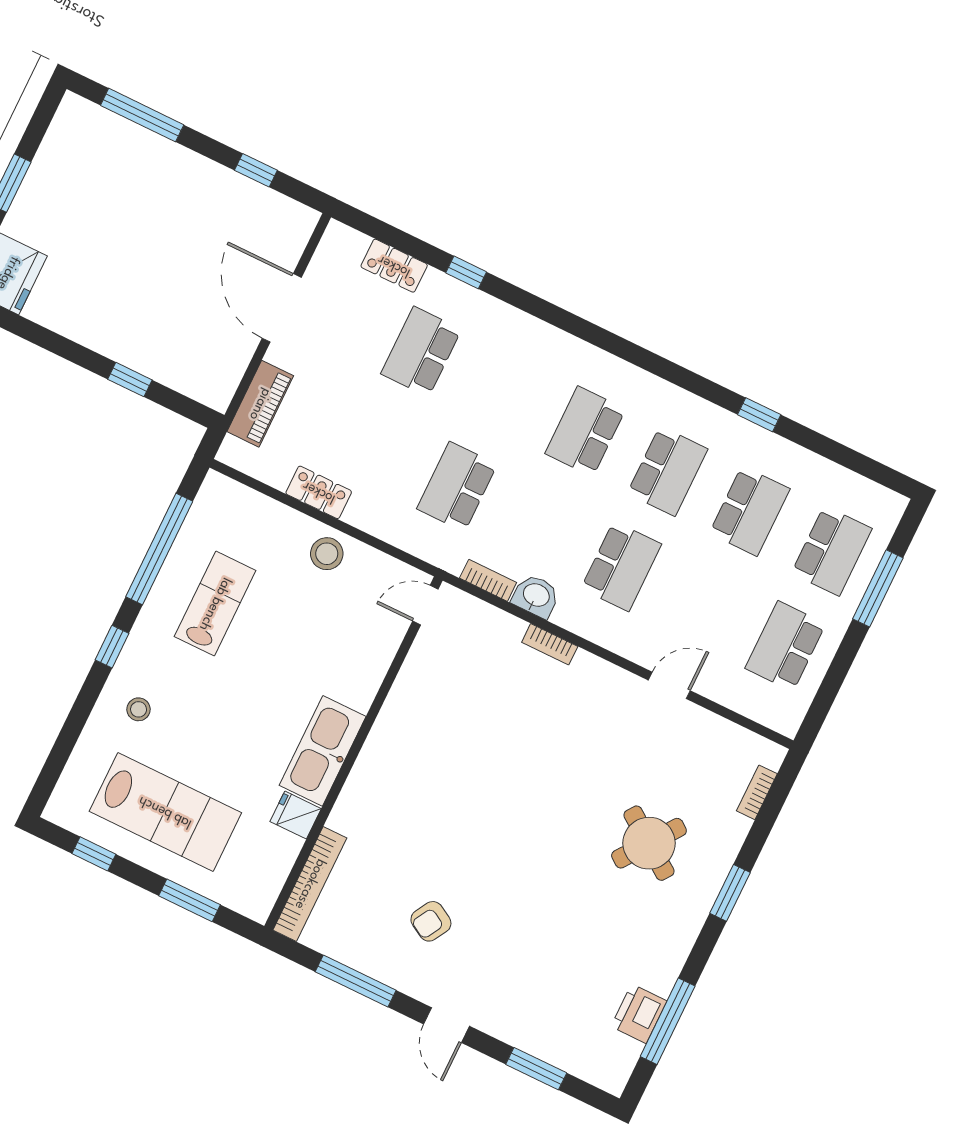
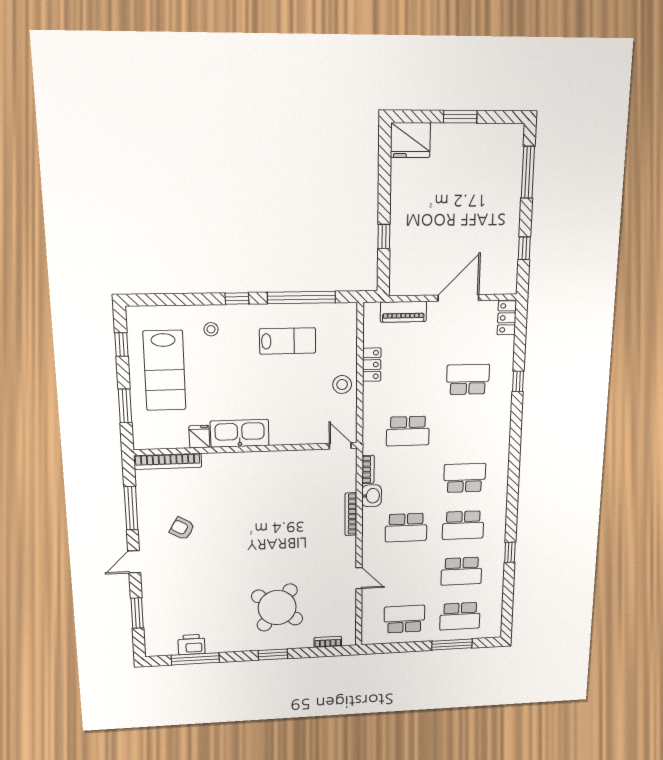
locker: (394, 266) -> (507, 318), moved
school desk: (457, 487) -> (408, 431), turned 180
bookcase: (550, 644) -> (351, 514), width x1.56
round table: (649, 843) -> (277, 608), width x1.36, depth x1.36

